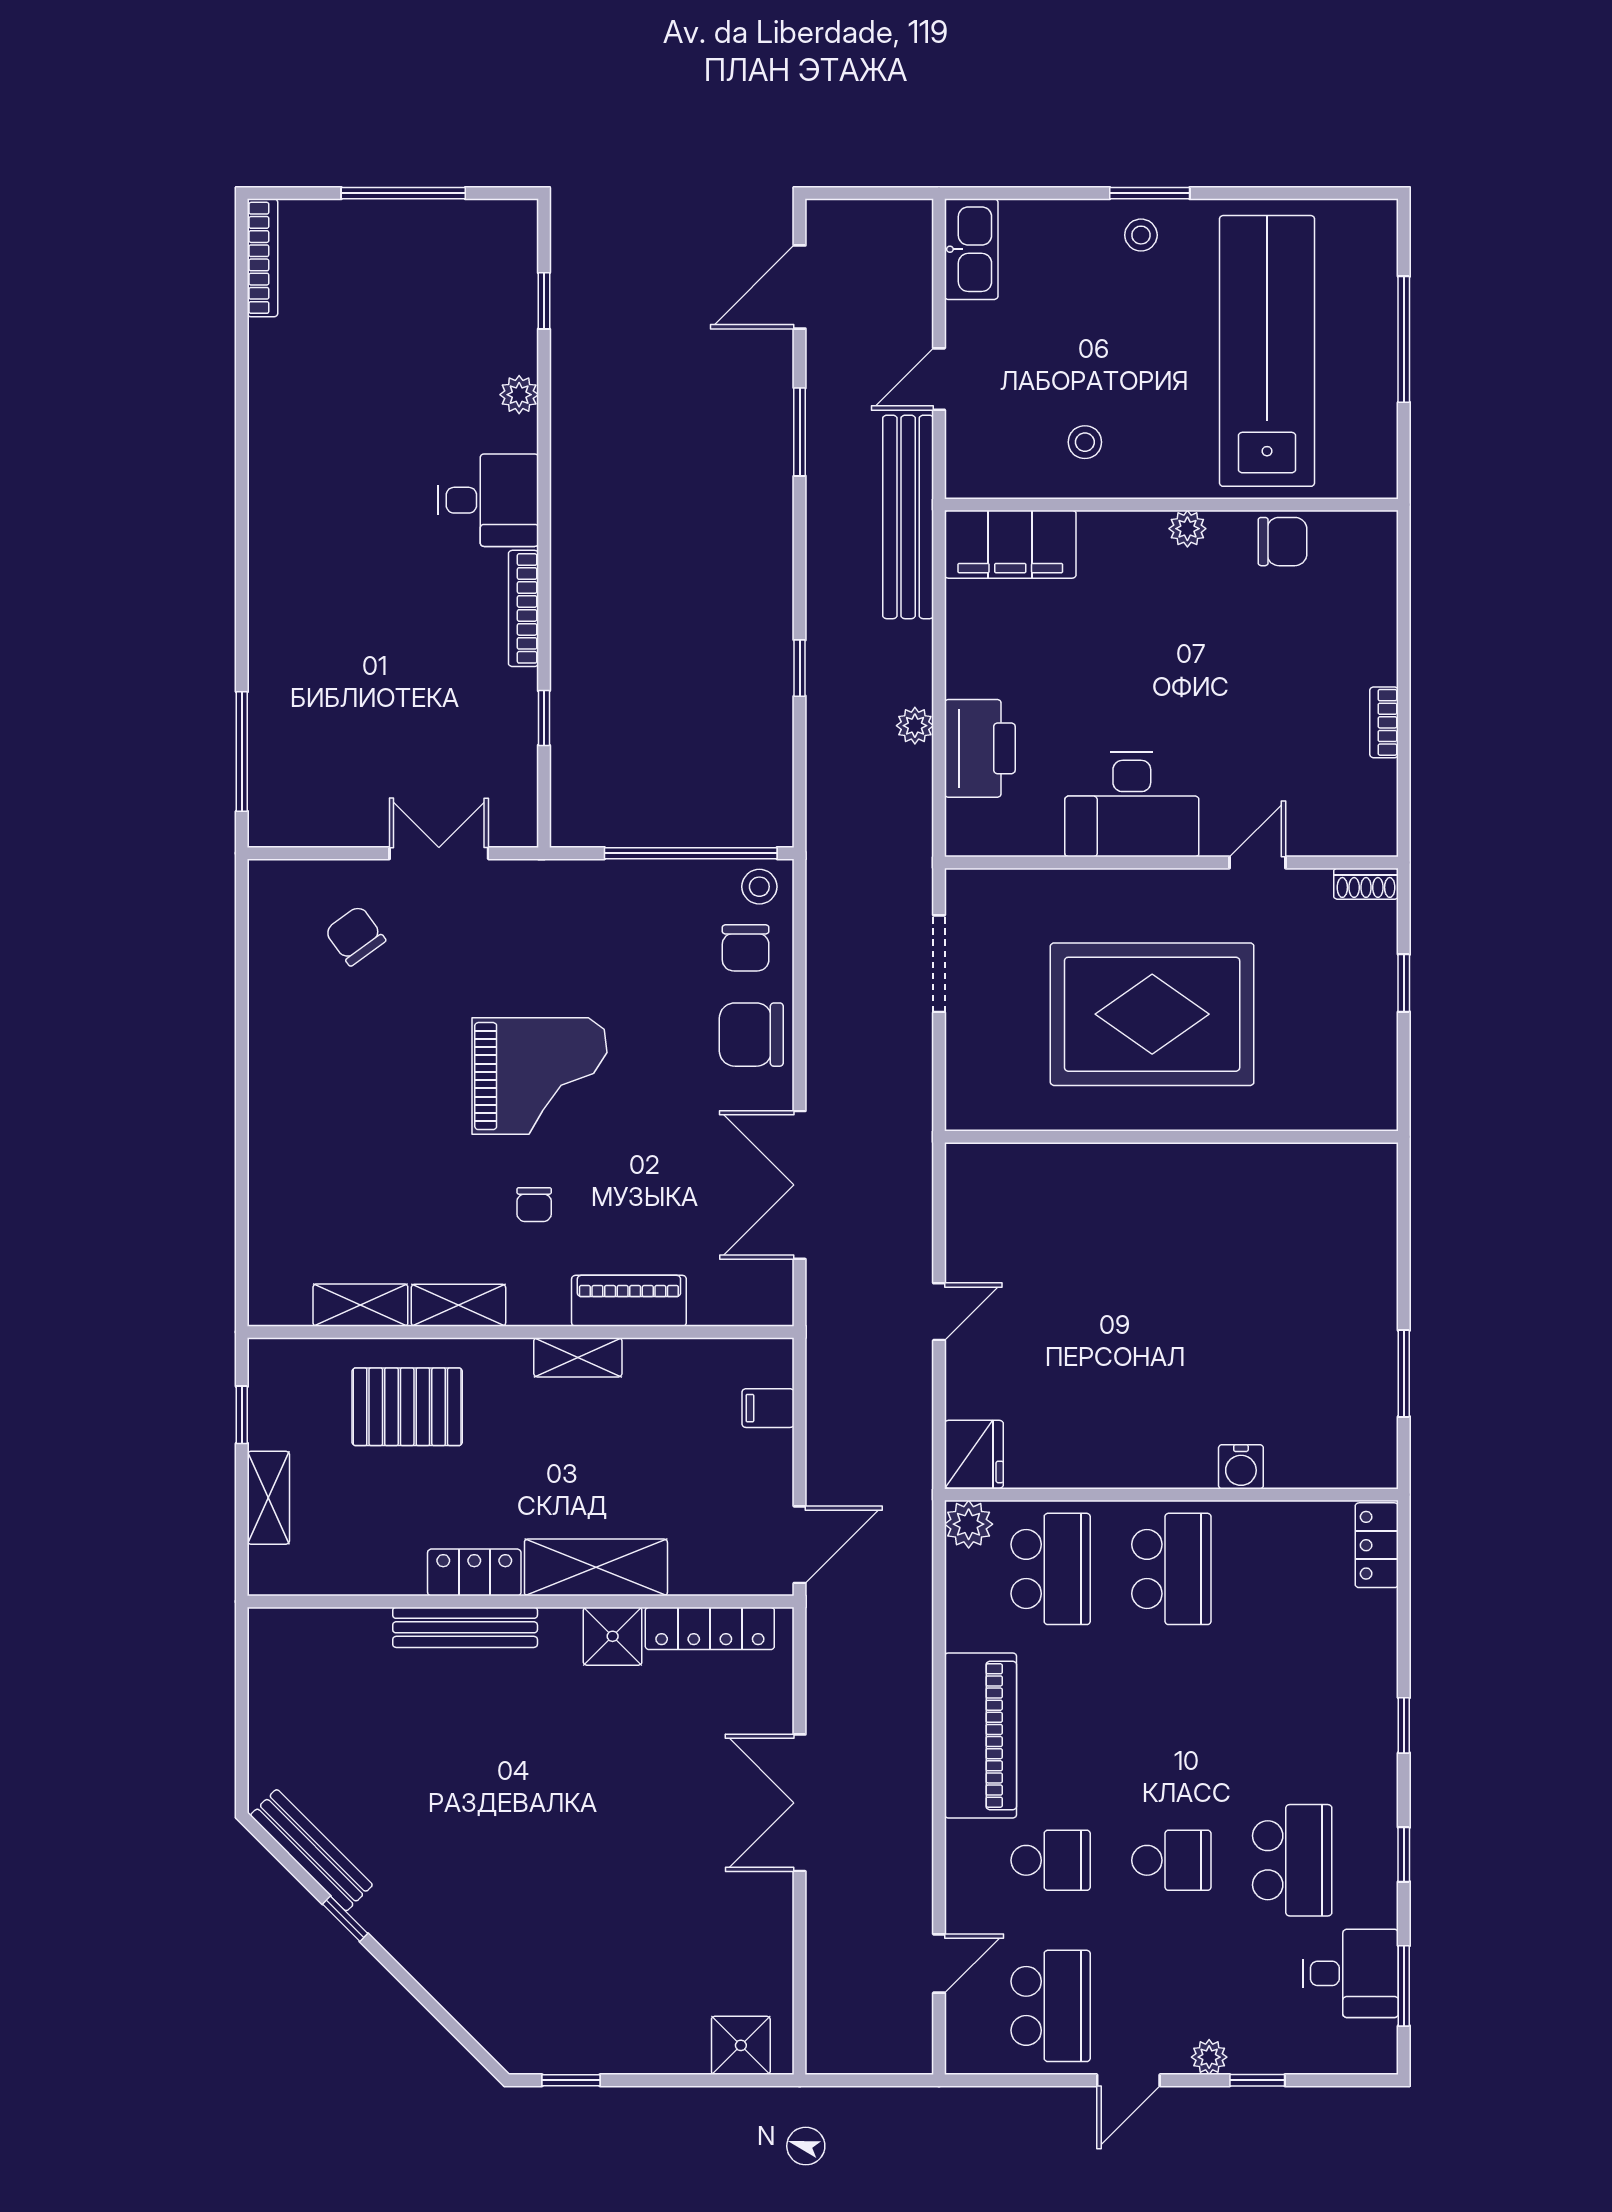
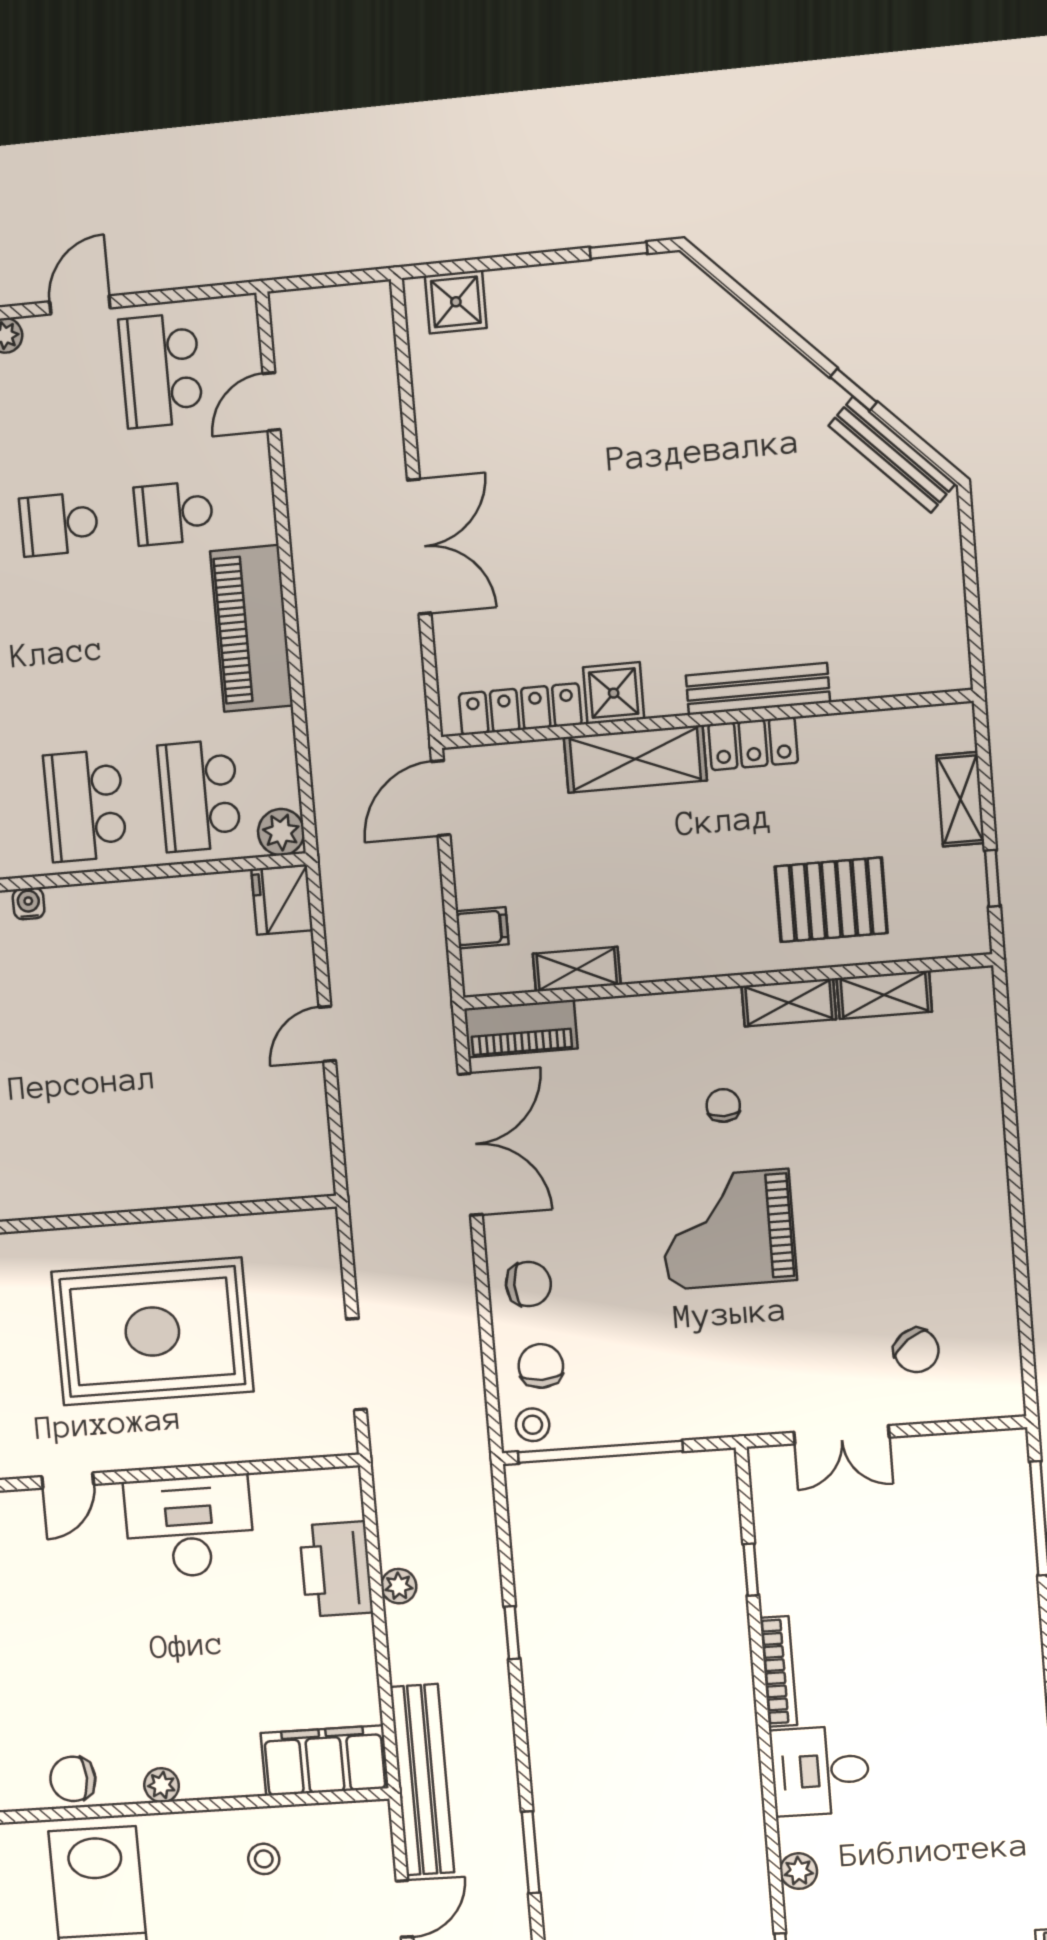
chair: (751, 1035) -> (528, 1284), width x0.73, depth x0.73
piano: (629, 1301) -> (521, 1029), moved
shelving: (578, 1357) -> (577, 969), moved
water cooler: (1241, 1467) -> (29, 904), width x0.72, depth x0.72

